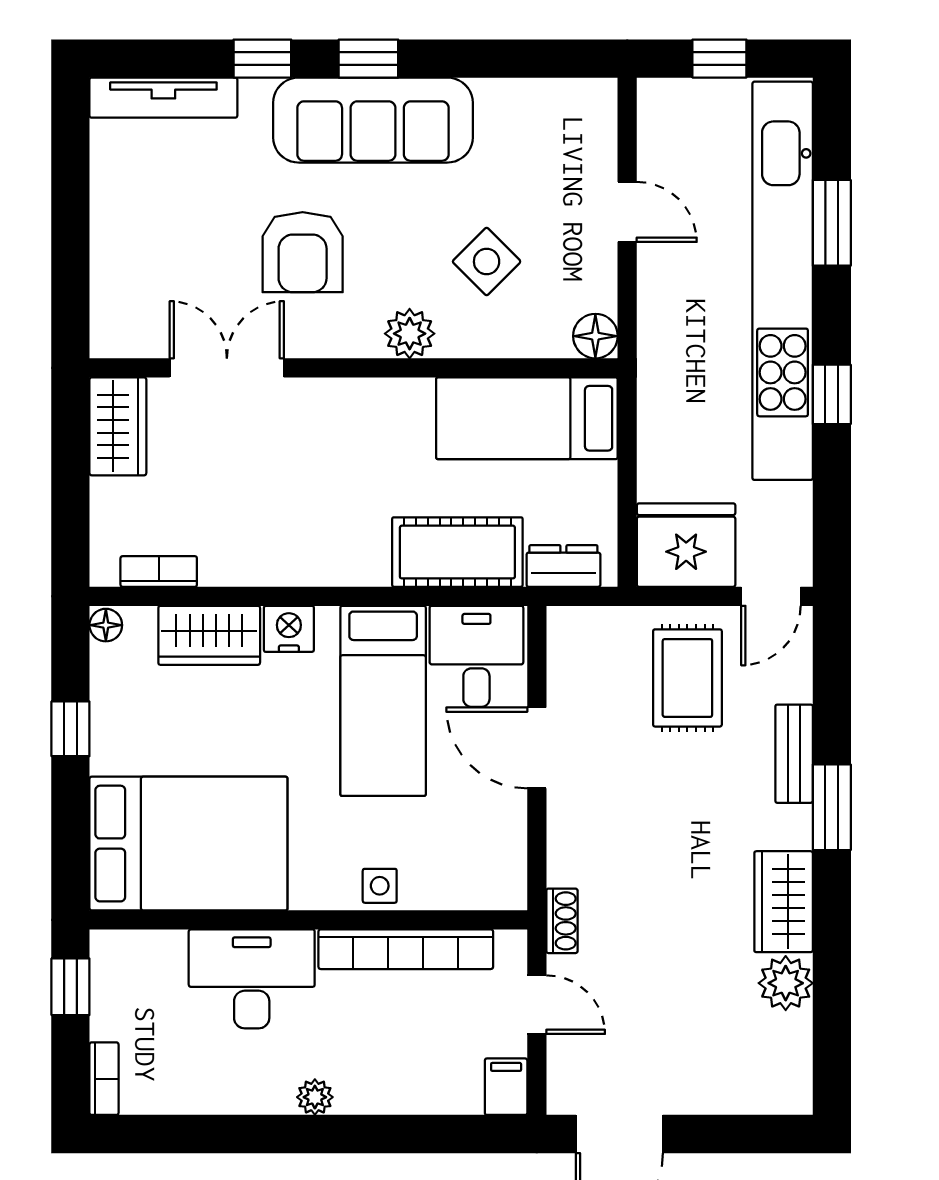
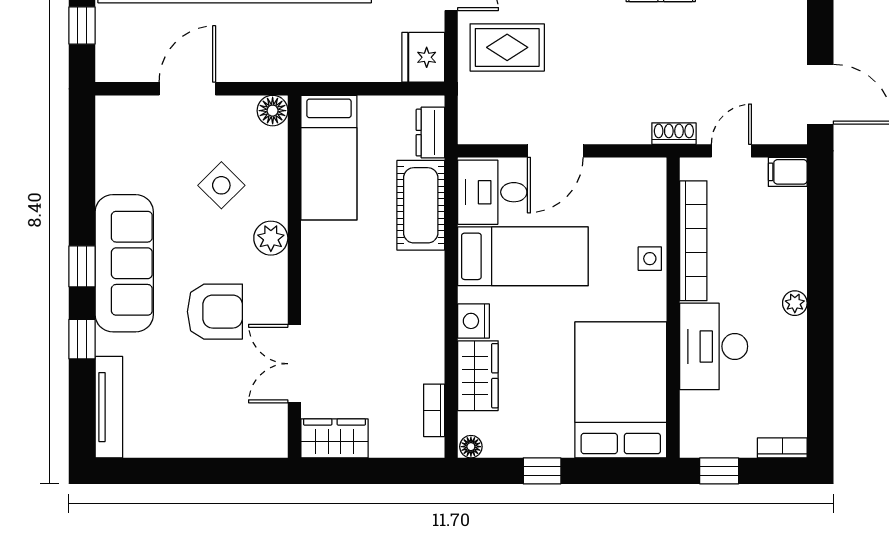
door: (627, 212) -> (187, 89), width x1.38
fridge: (686, 545) -> (423, 57), width x0.73, depth x0.75

